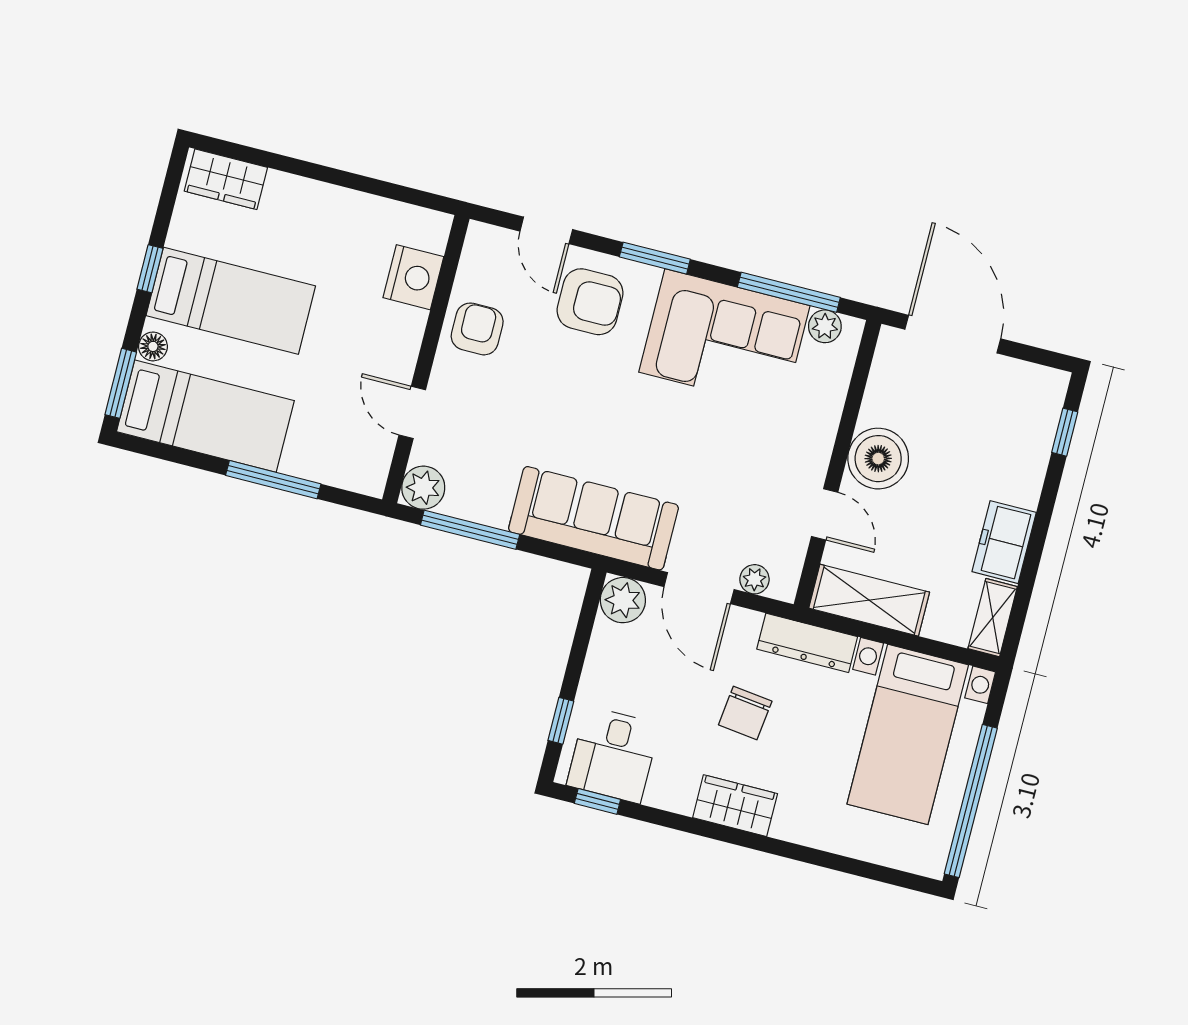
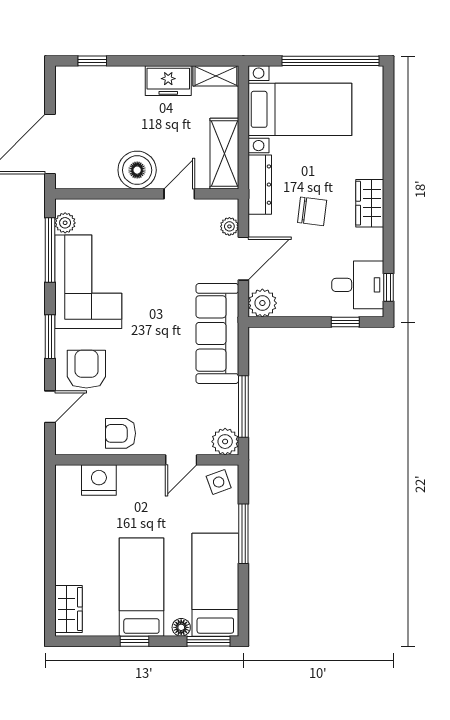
side table: (363, 462) -> (219, 482), added

